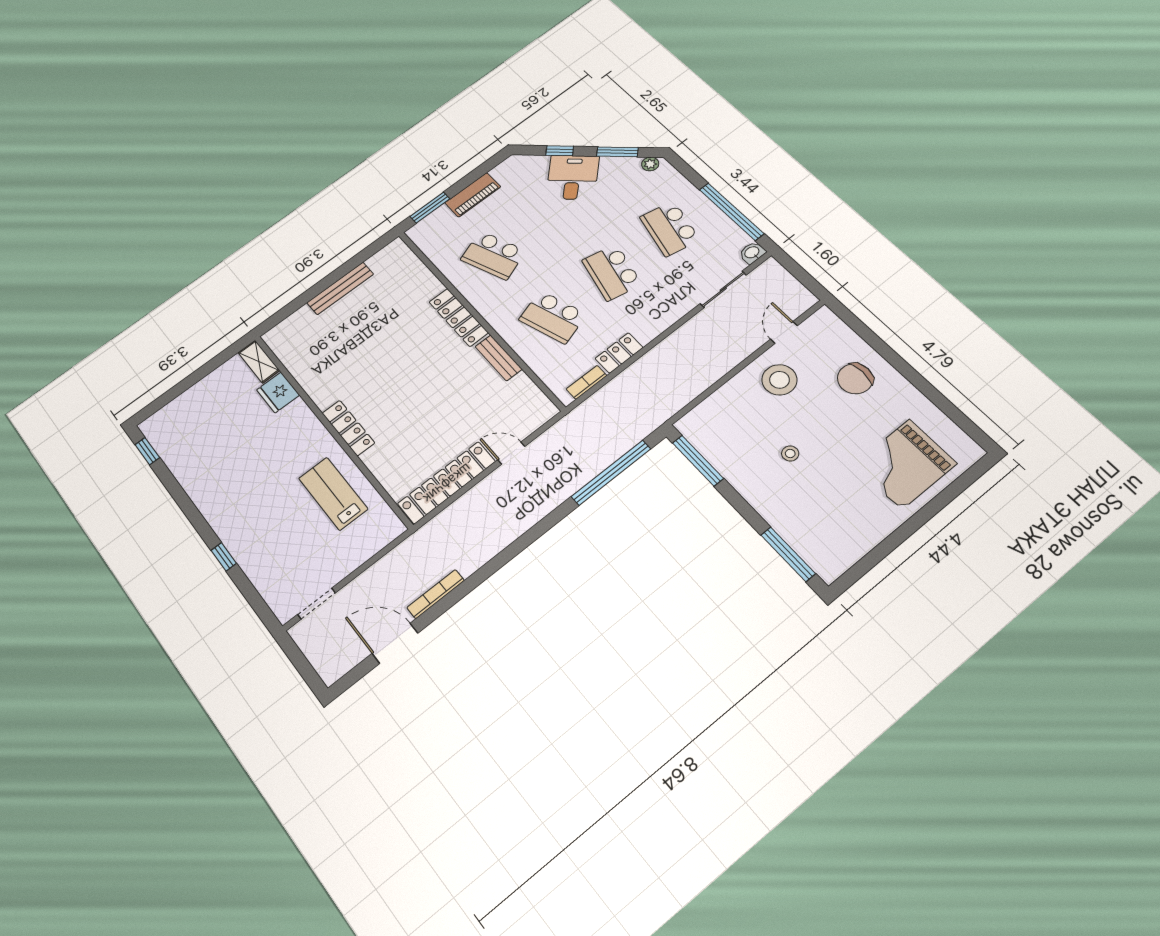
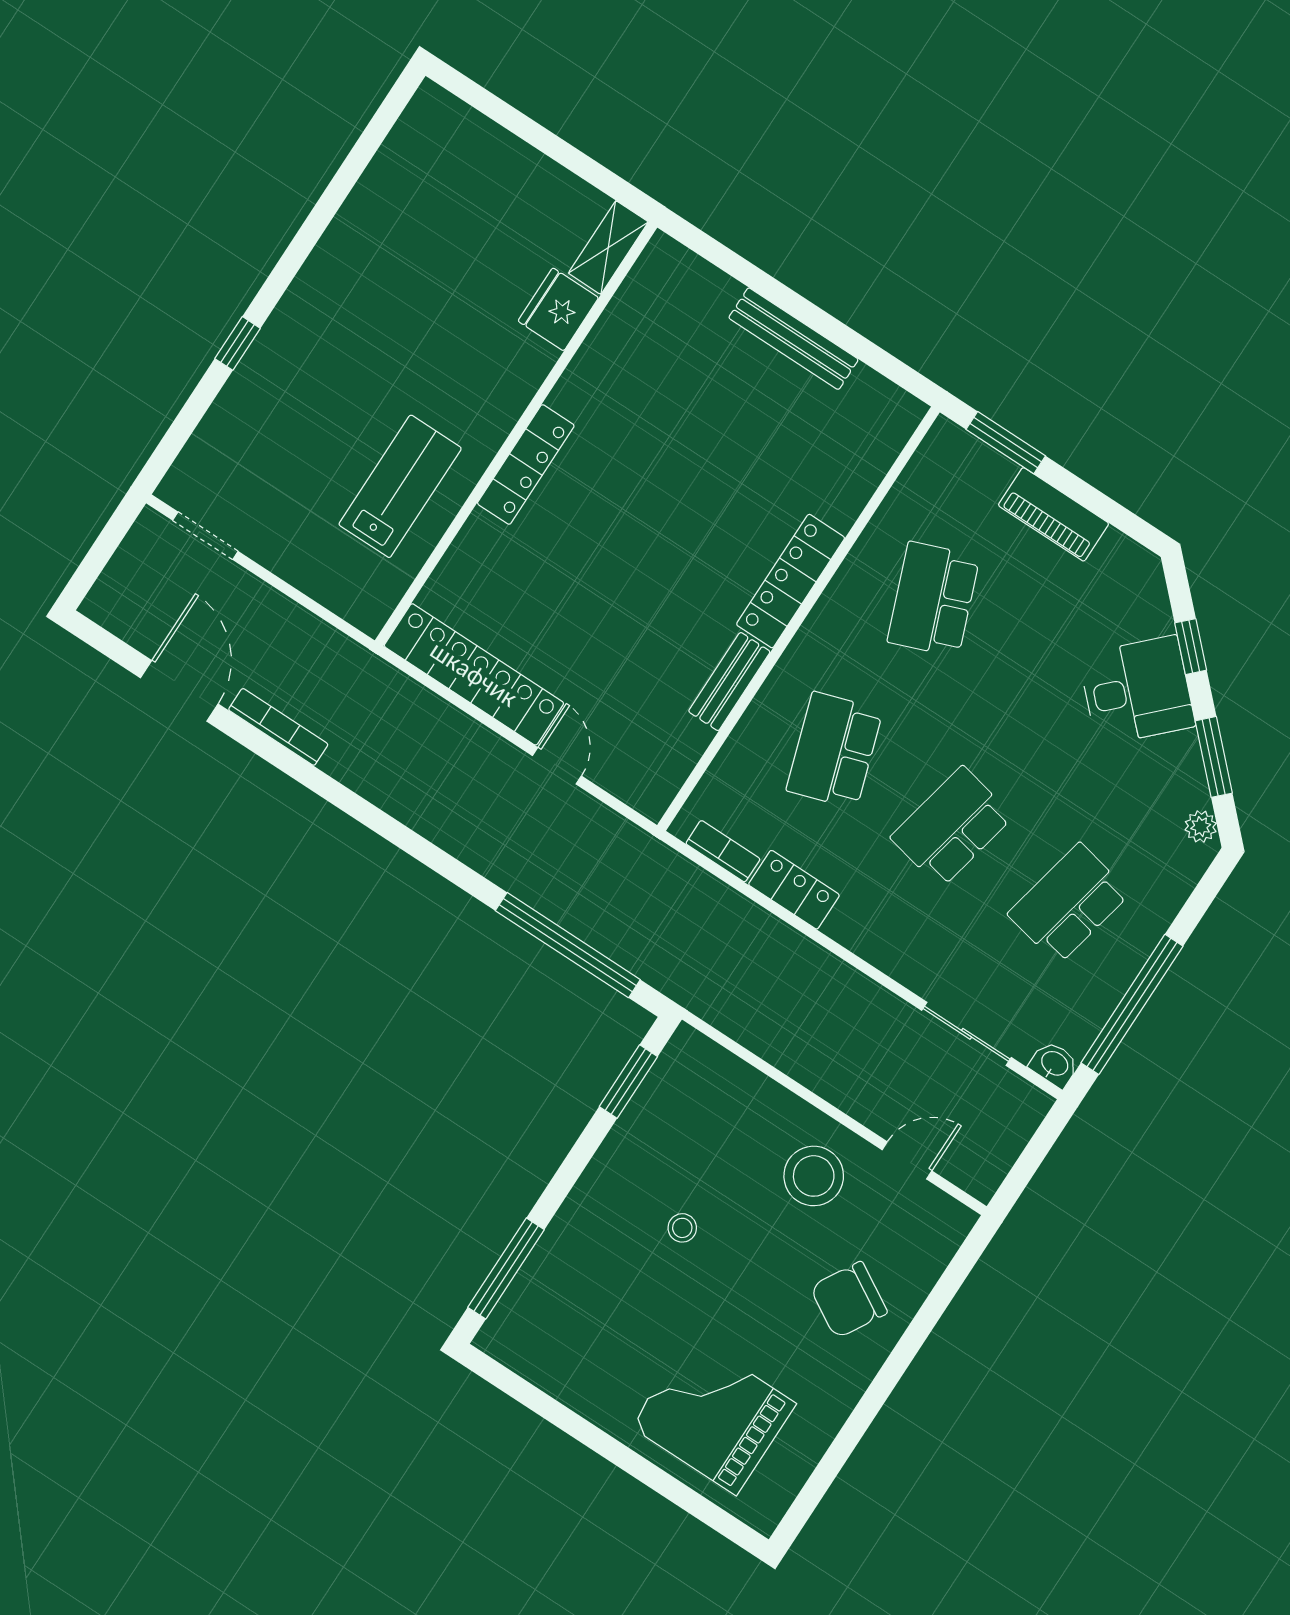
chair: (855, 379) -> (849, 1300), turned -60
window: (147, 451) -> (384, 119), removed
window: (698, 461) -> (628, 1082), width x0.69

